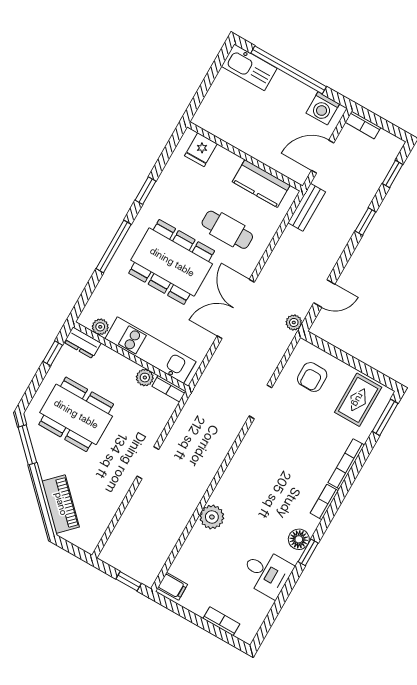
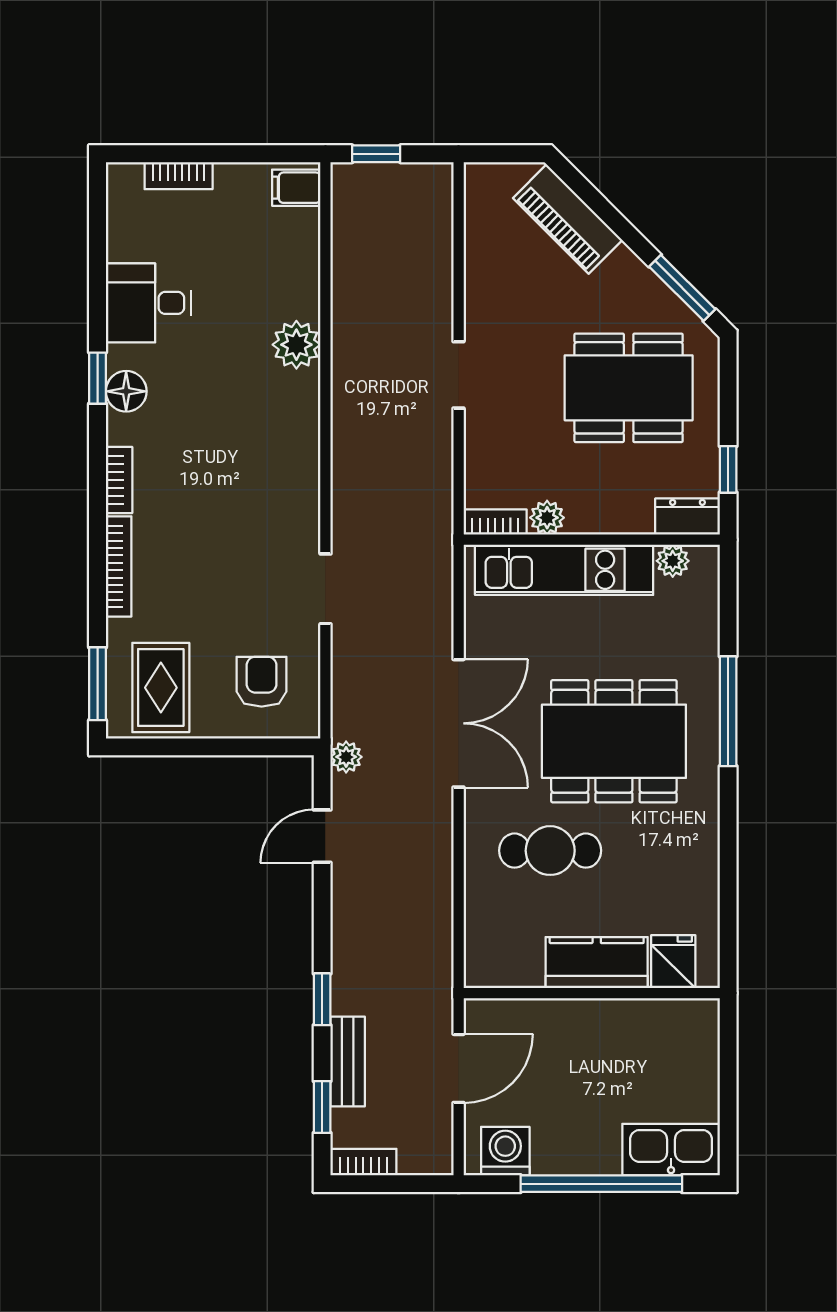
bookcase: (363, 125) -> (363, 1162), moved
kitchen counter: (261, 184) -> (597, 963), moved
window: (145, 191) -> (728, 838), removed
bench: (307, 207) -> (348, 1061), moved

